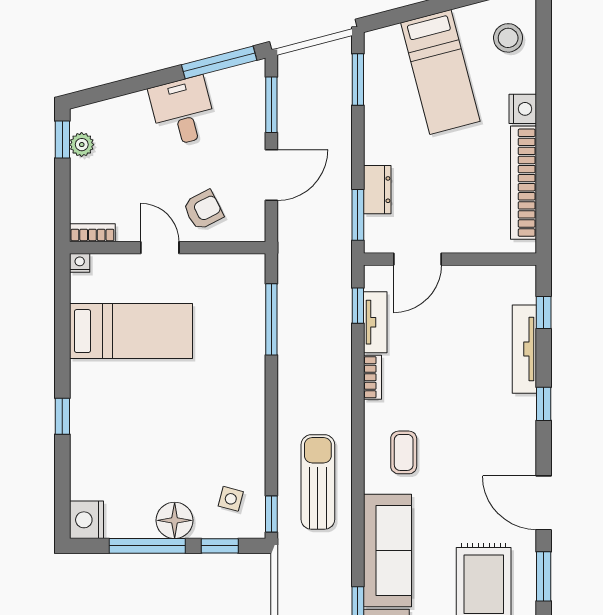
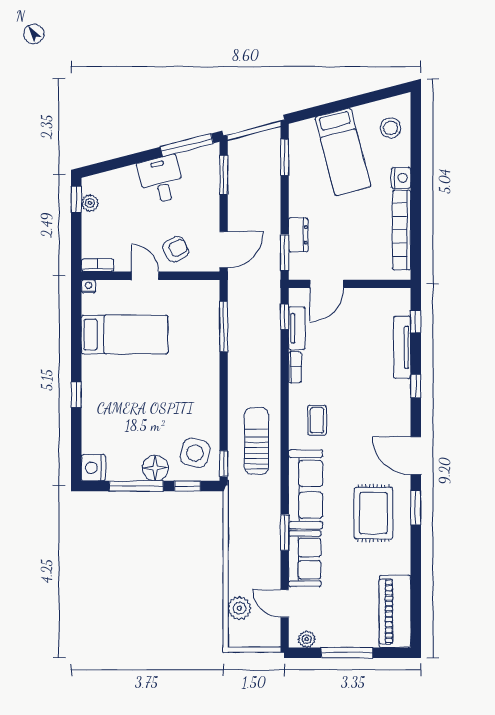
door: (271, 175) -> (224, 250), moved
side table: (231, 499) -> (195, 453), width x1.87, depth x1.87

